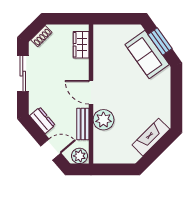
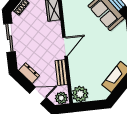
door: (91, 92) -> (65, 47), swing flipped
plant: (103, 120) -> (80, 94), moved

